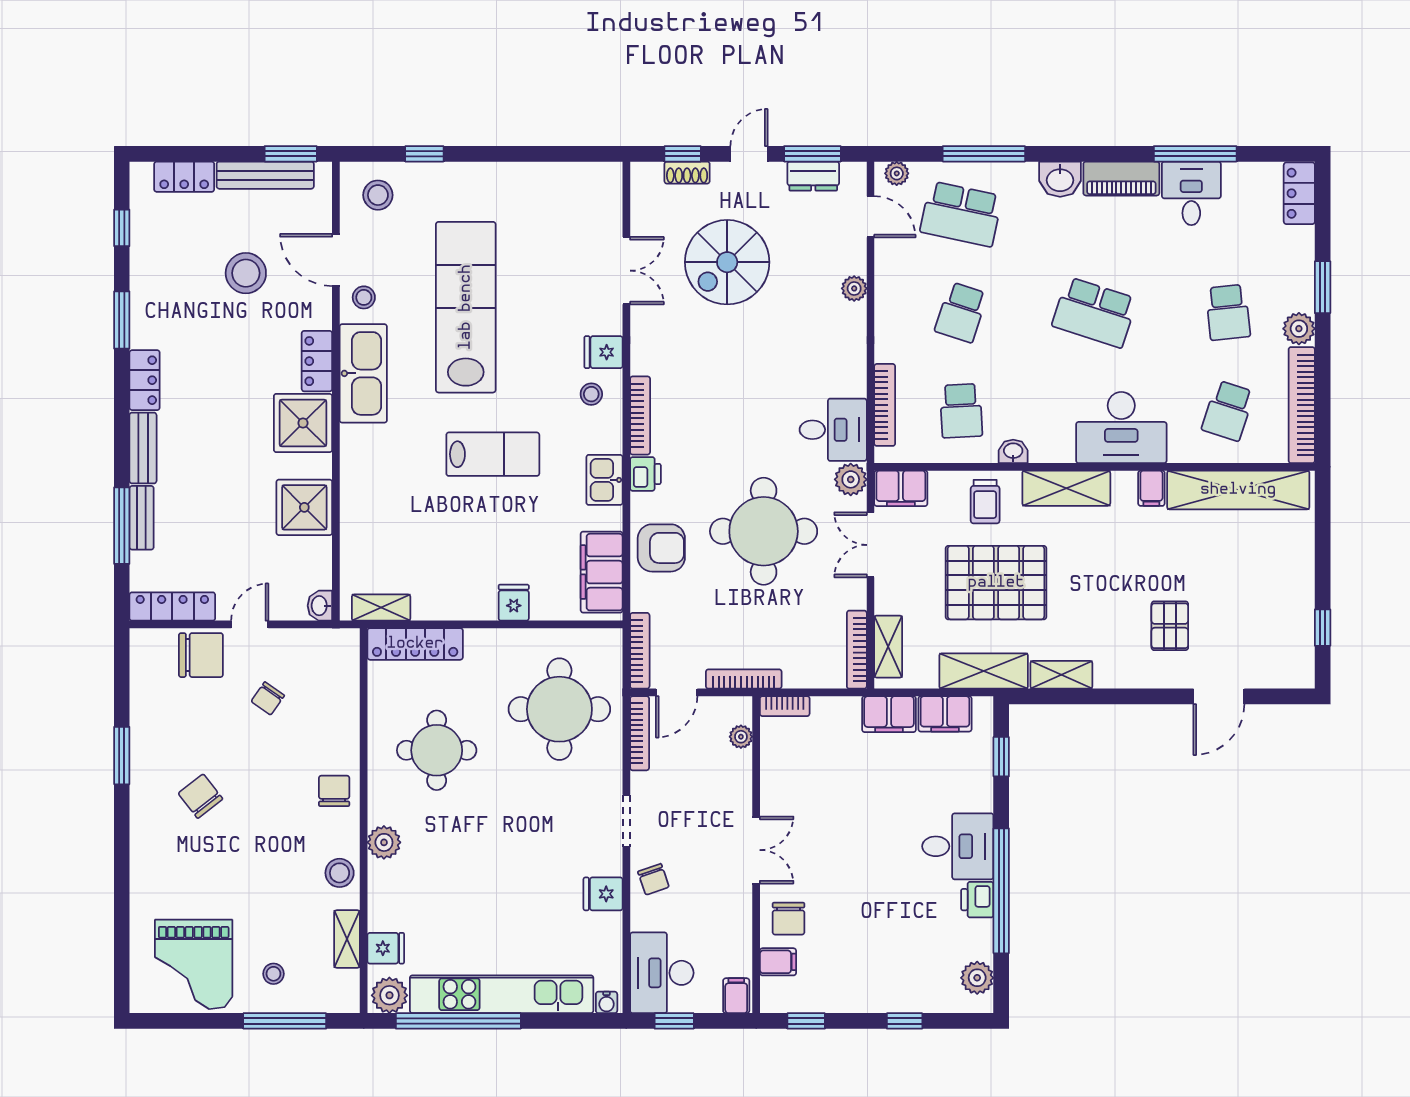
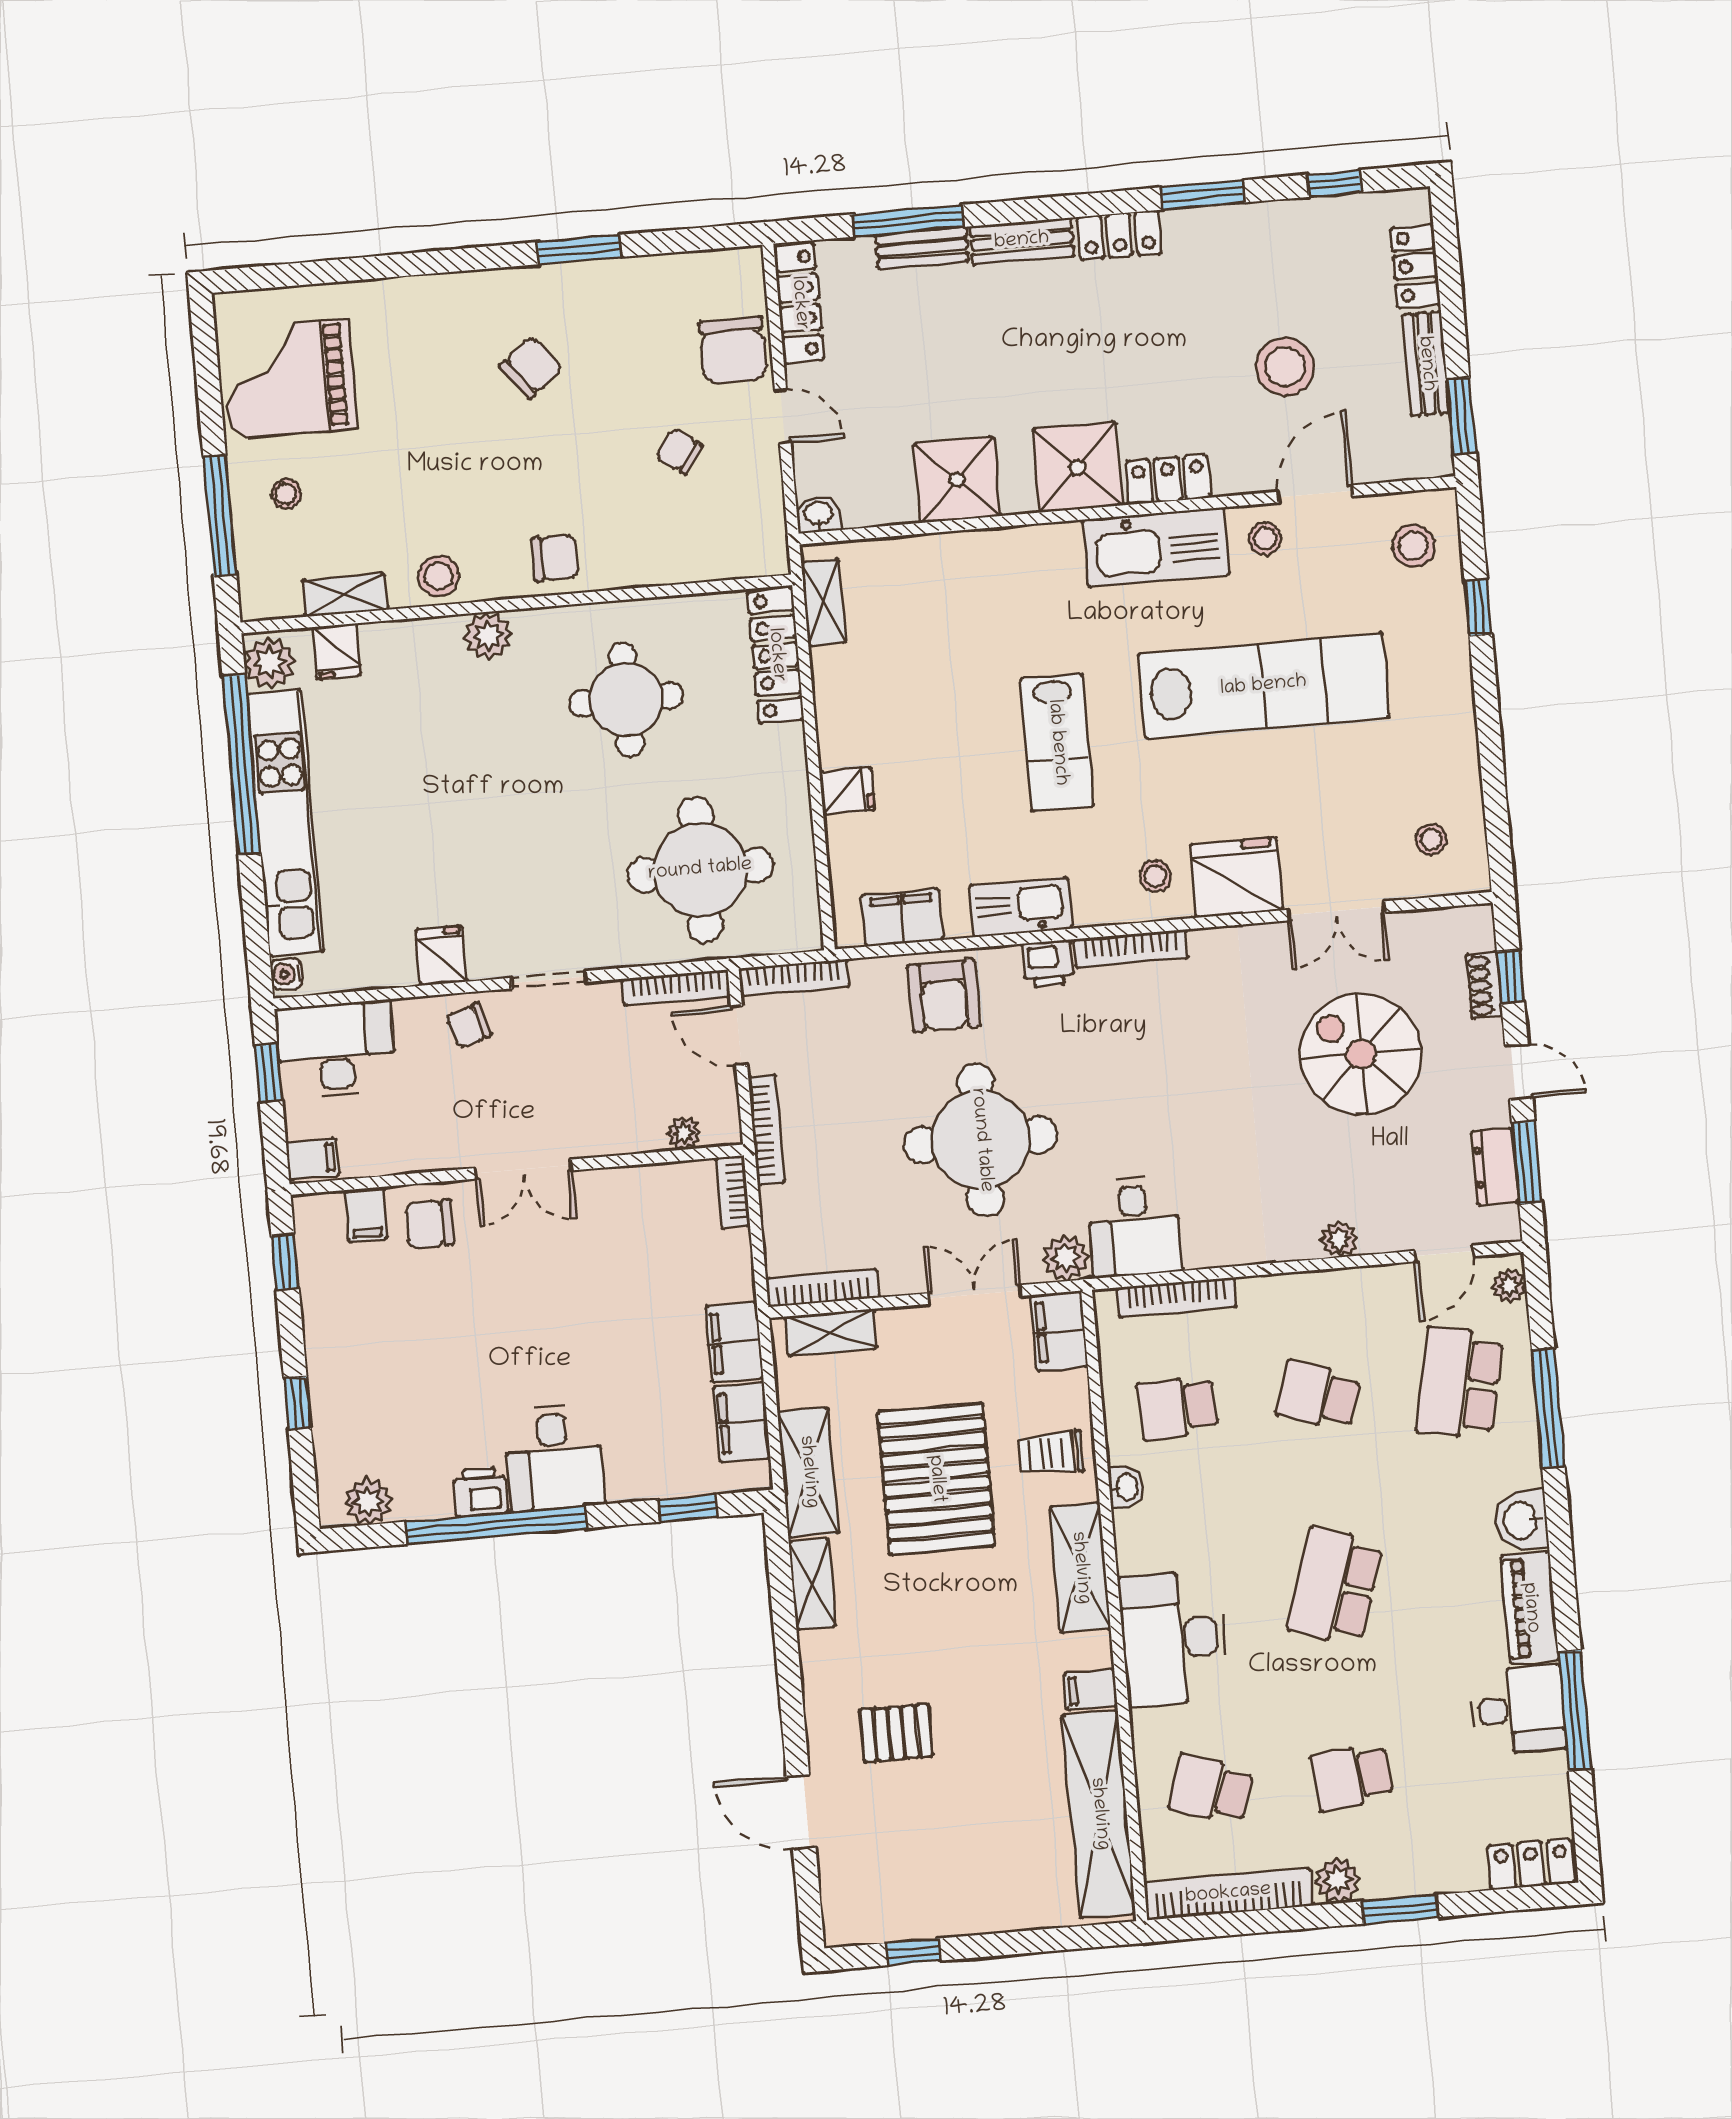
bench: (265, 175) -> (1426, 364), width x0.73
stool: (582, 201) -> (1431, 839), added
fridge: (603, 352) -> (1236, 877), width x1.88, depth x1.34
kitchen sink: (604, 480) -> (1021, 907), width x1.38
filing cabinet: (602, 572) -> (902, 918), width x0.67, depth x0.86

